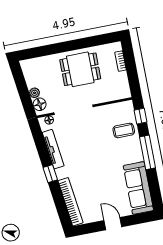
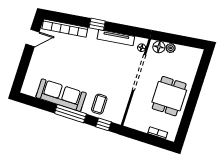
sofa: (138, 188) -> (61, 95), moved
door: (113, 224) -> (33, 38), moved

